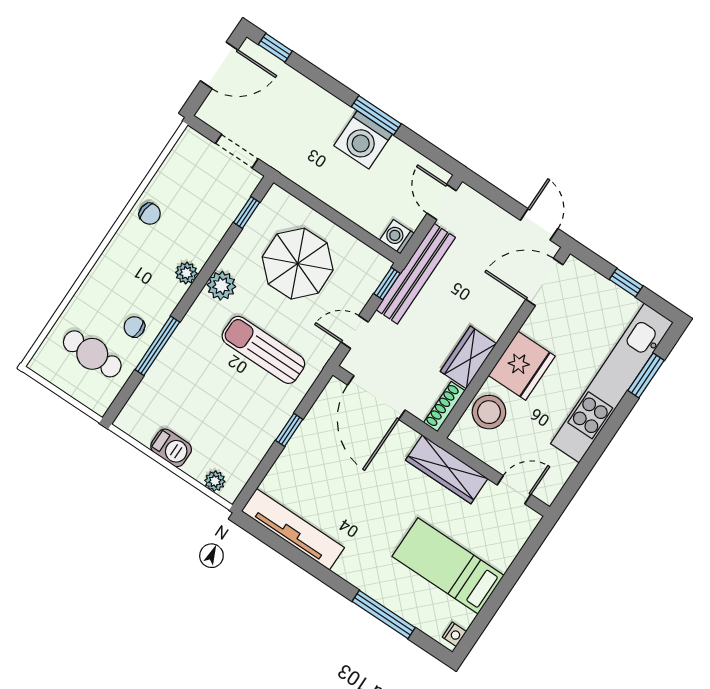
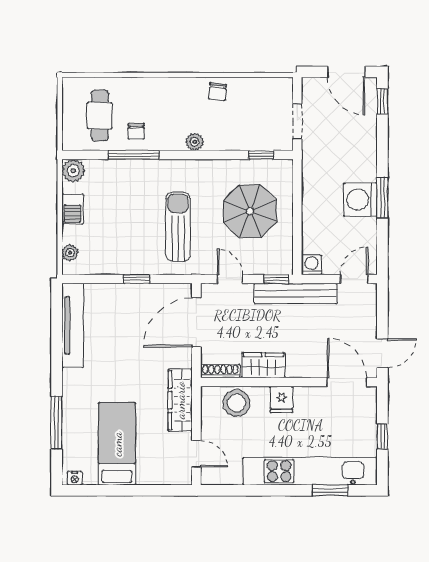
plant: (221, 286) -> (73, 171), moved
chair: (134, 327) -> (136, 131), turned 180
fridge: (522, 366) -> (281, 400), width x0.53, depth x0.75

